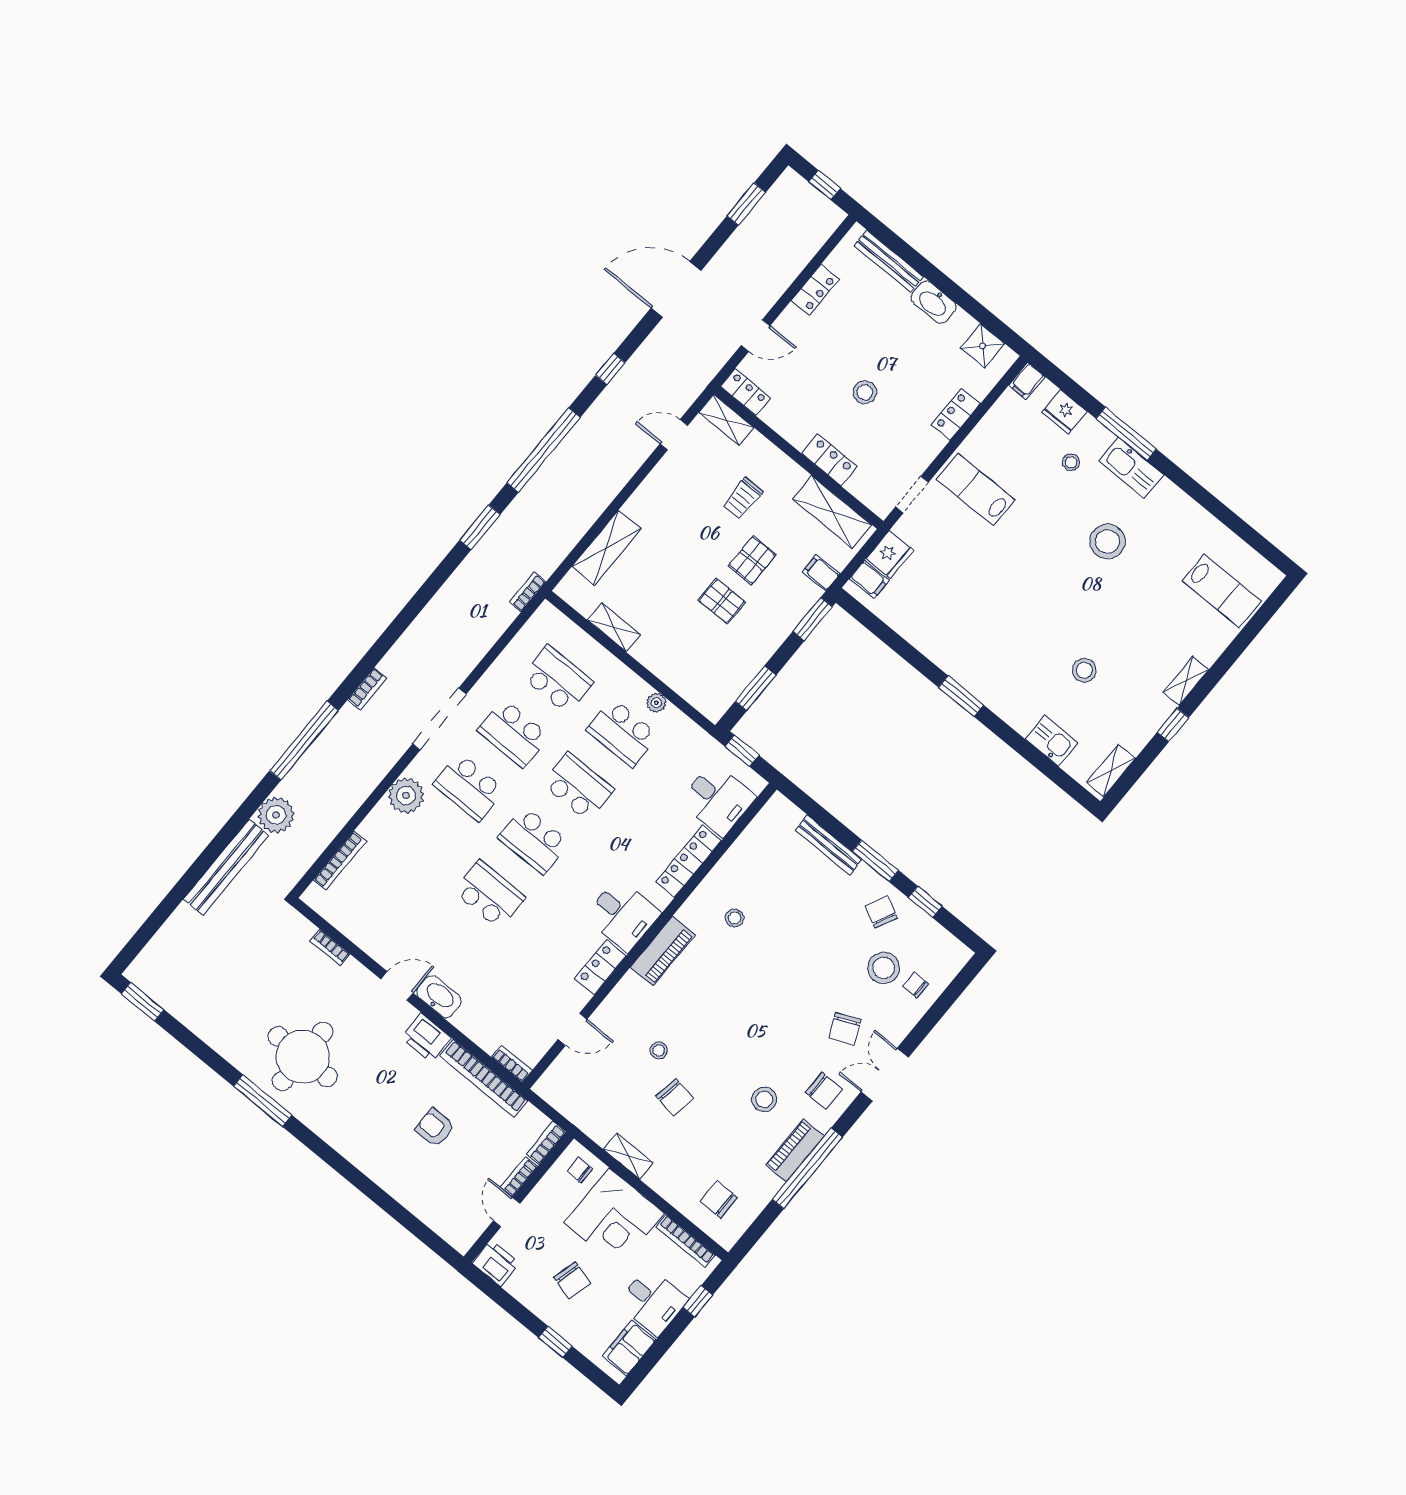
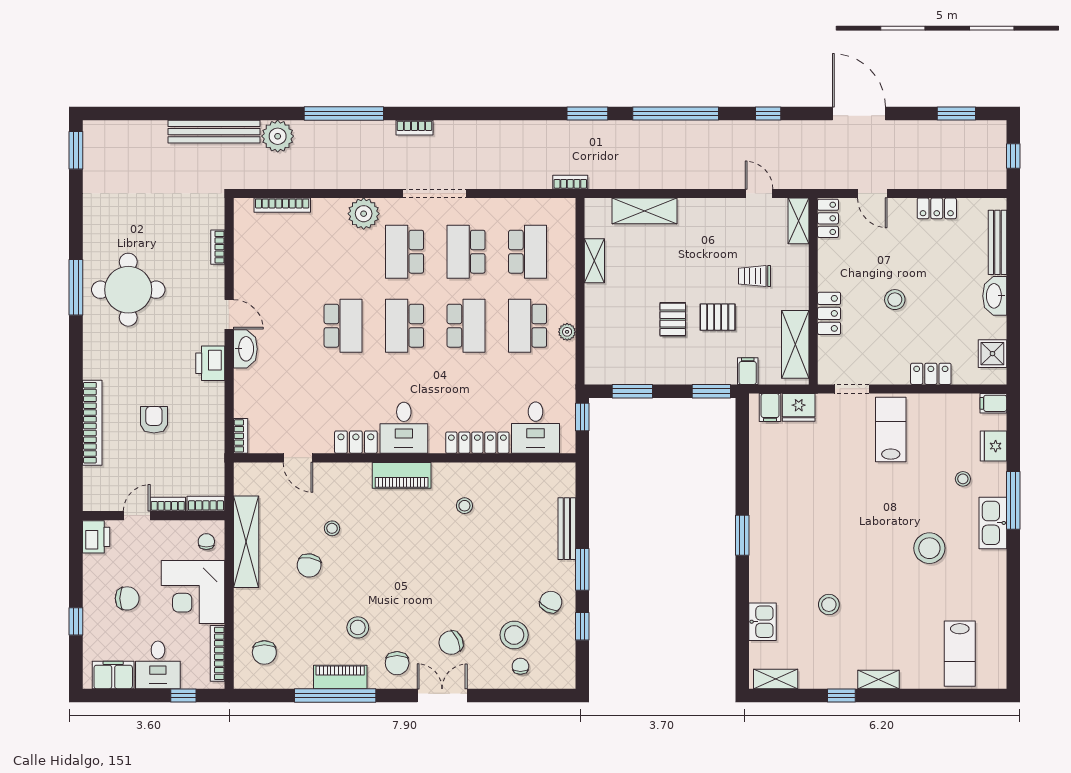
bookcase: (484, 1078) -> (92, 423), moved, turned 180
shelving: (628, 1156) -> (246, 542), width x2.20, depth x1.33
chair: (719, 1199) -> (264, 652), turned 180
chair: (572, 1280) -> (127, 598), turned -105

